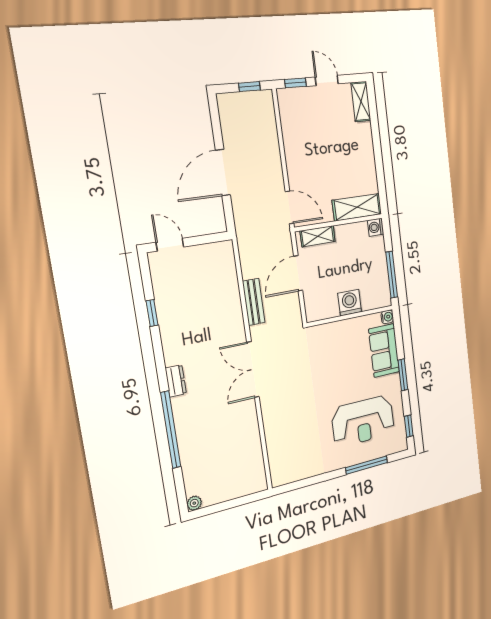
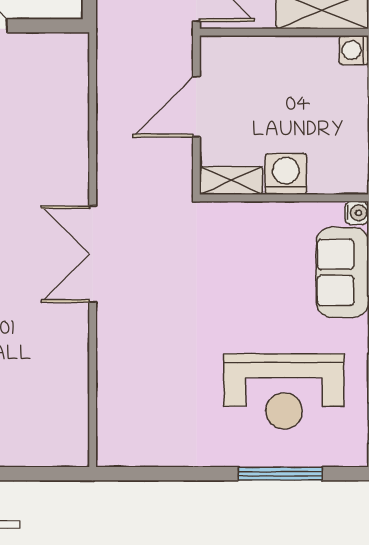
shelving: (318, 236) -> (231, 180), moved
bench: (254, 302) -> (110, 141), removed

